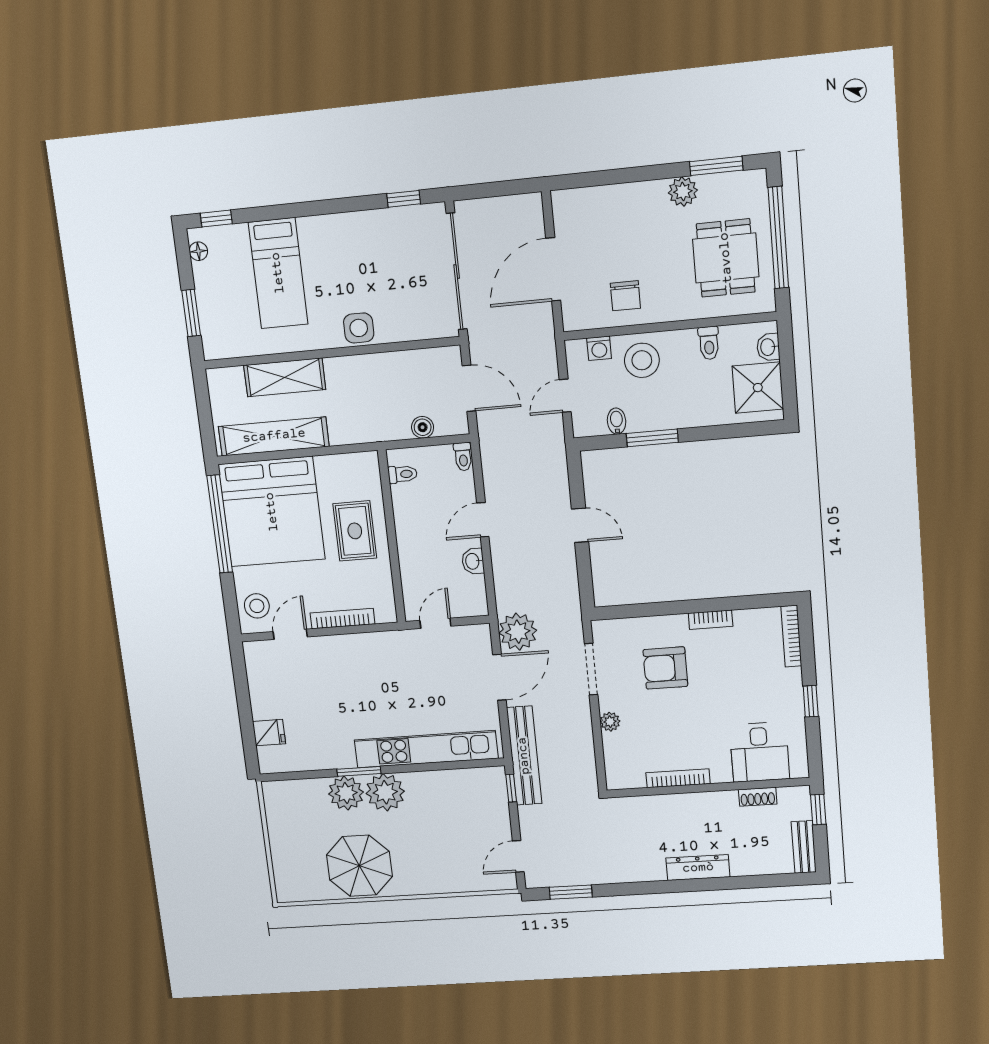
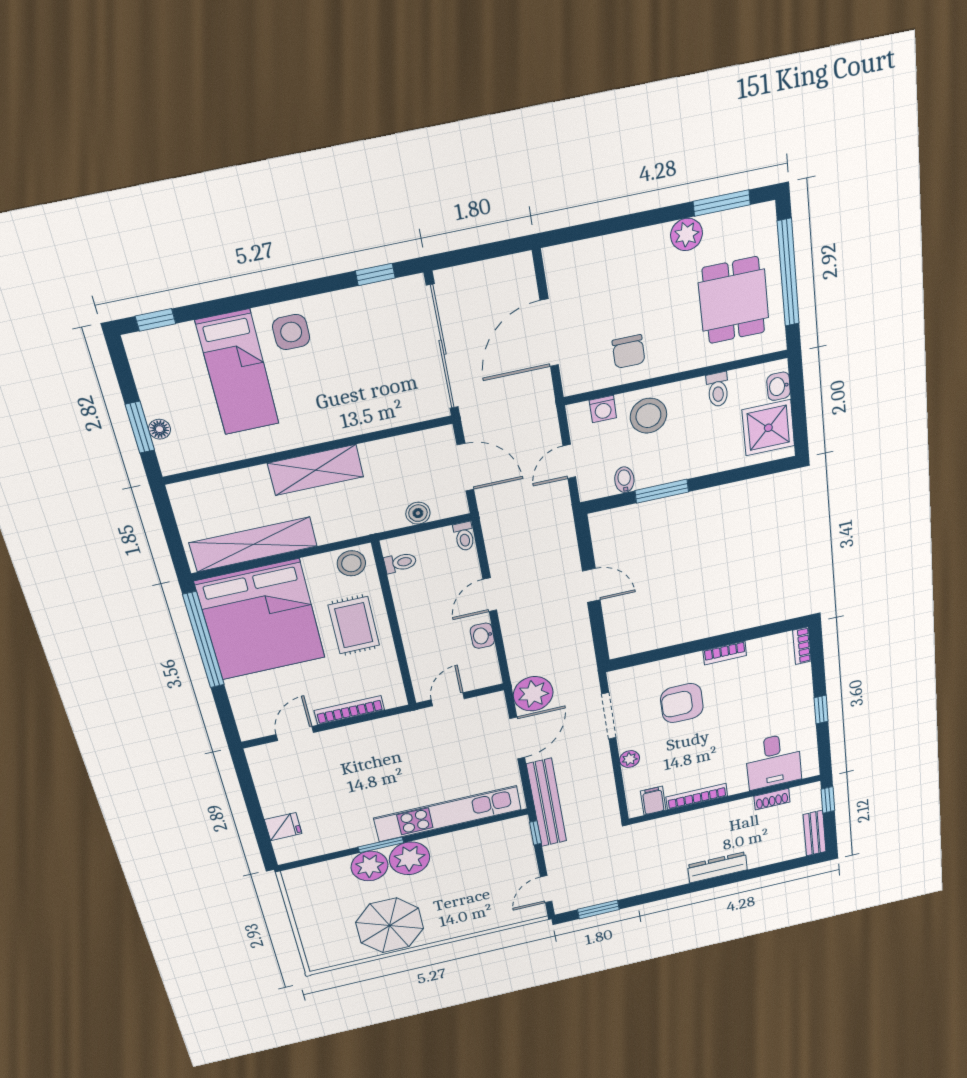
floor lamp: (198, 251) -> (159, 429), moved
side table: (359, 328) -> (291, 332), moved
shelving: (285, 377) -> (316, 470), moved
stool: (257, 606) -> (351, 563), moved
bookcase: (791, 636) -> (802, 646), width x0.64
filing cabinet: (633, 774) -> (653, 801), added

